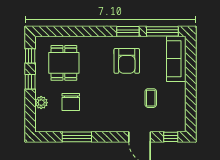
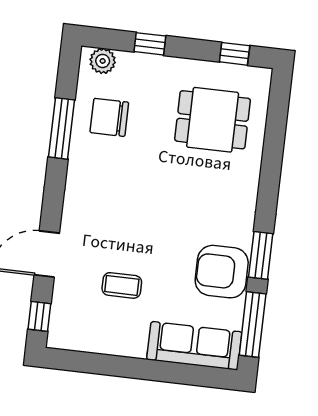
armchair: (127, 61) -> (222, 272), moved
window: (30, 82) -> (150, 44), moved
chair: (71, 102) -> (109, 117), moved
plant: (41, 103) -> (103, 61), moved

